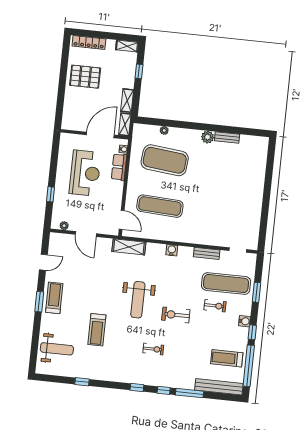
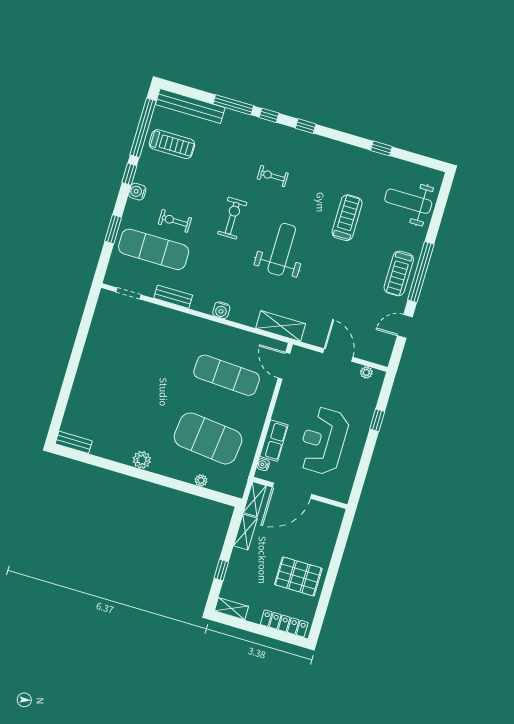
bench: (227, 137) -> (74, 442), moved
window: (39, 302) -> (421, 272), width x2.11
exercise bike: (176, 315) -> (232, 218), turned -90

